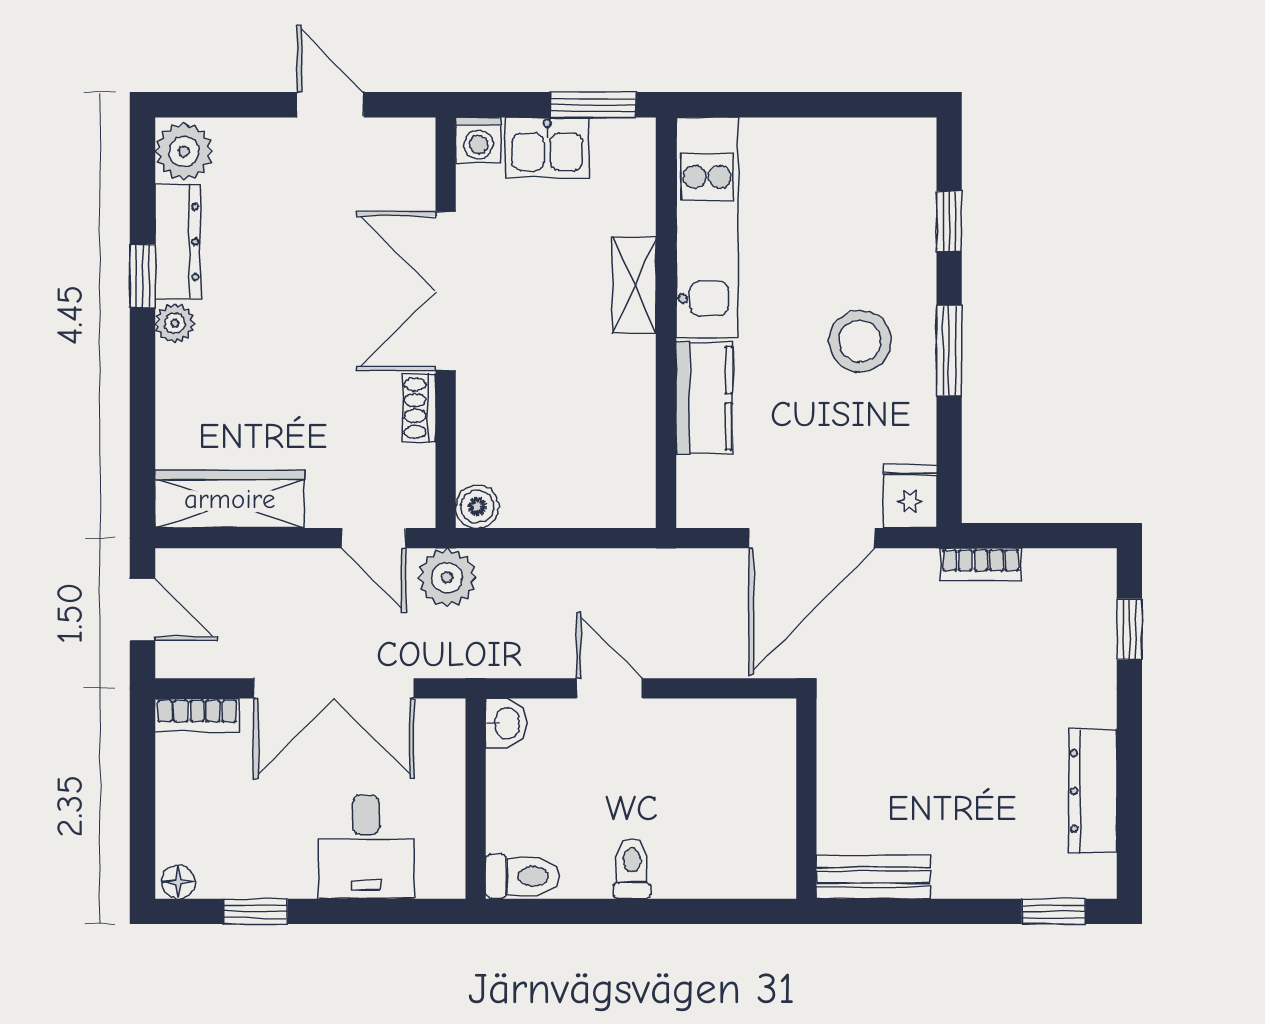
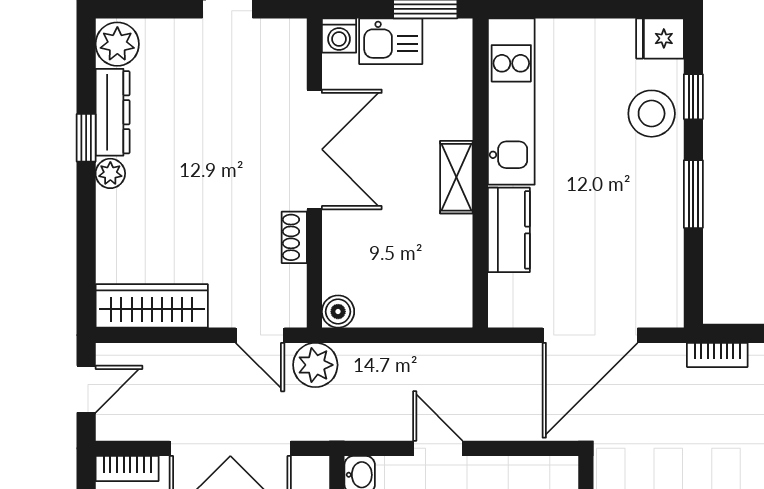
shelving: (634, 285) -> (456, 177), moved
double door: (446, 291) -> (314, 149), swing flipped
stool: (860, 341) -> (652, 114), moved
fridge: (910, 496) -> (660, 38), moved, turned -90
door: (143, 610) -> (86, 389), hinge flipped

